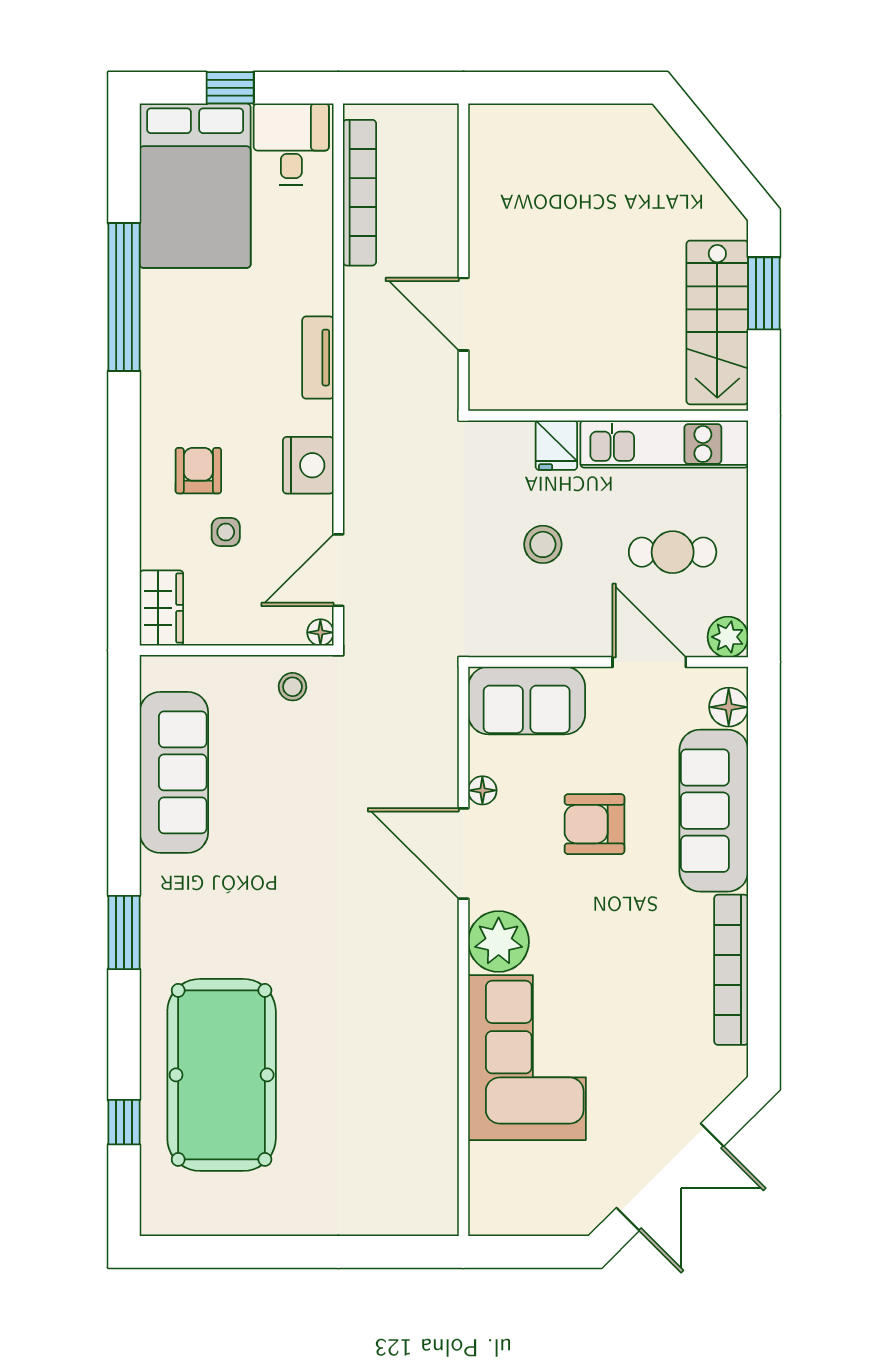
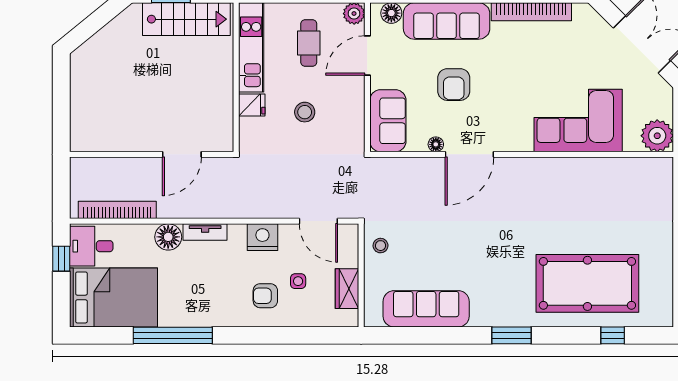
window: (230, 88) -> (61, 259), moved
wardrobe: (161, 608) -> (347, 289), moved, turned -90
floor lamp: (320, 632) -> (168, 237), moved, width x1.89, depth x1.89
plant: (499, 942) -> (657, 136), moved

